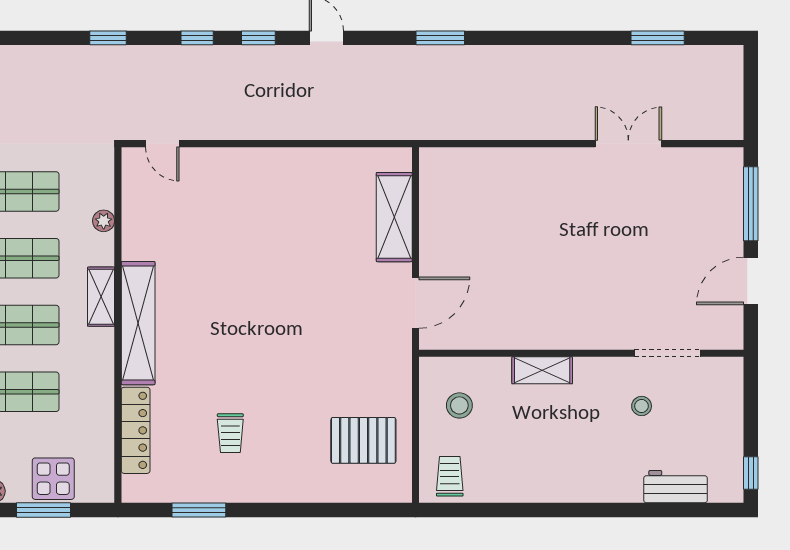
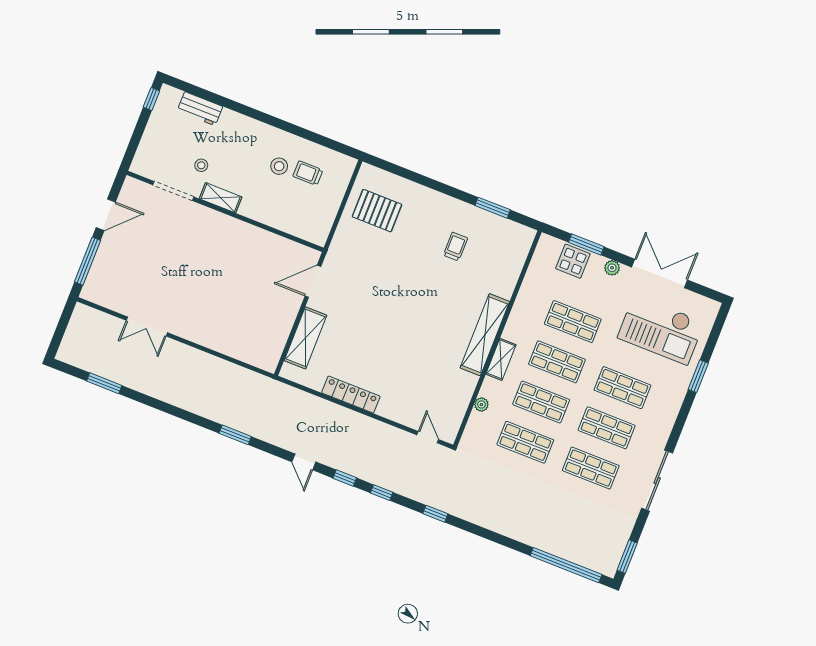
shelving: (542, 370) -> (221, 198), moved
stool: (459, 405) -> (279, 166), moved
locker: (136, 430) -> (351, 395), moved, turned 90
trolley: (450, 476) -> (308, 173), moved, turned 90

